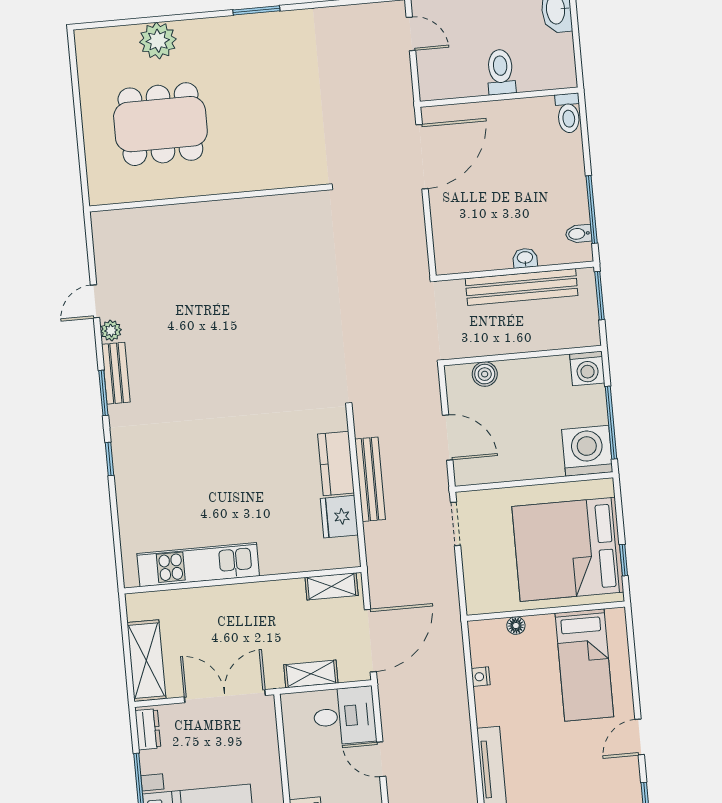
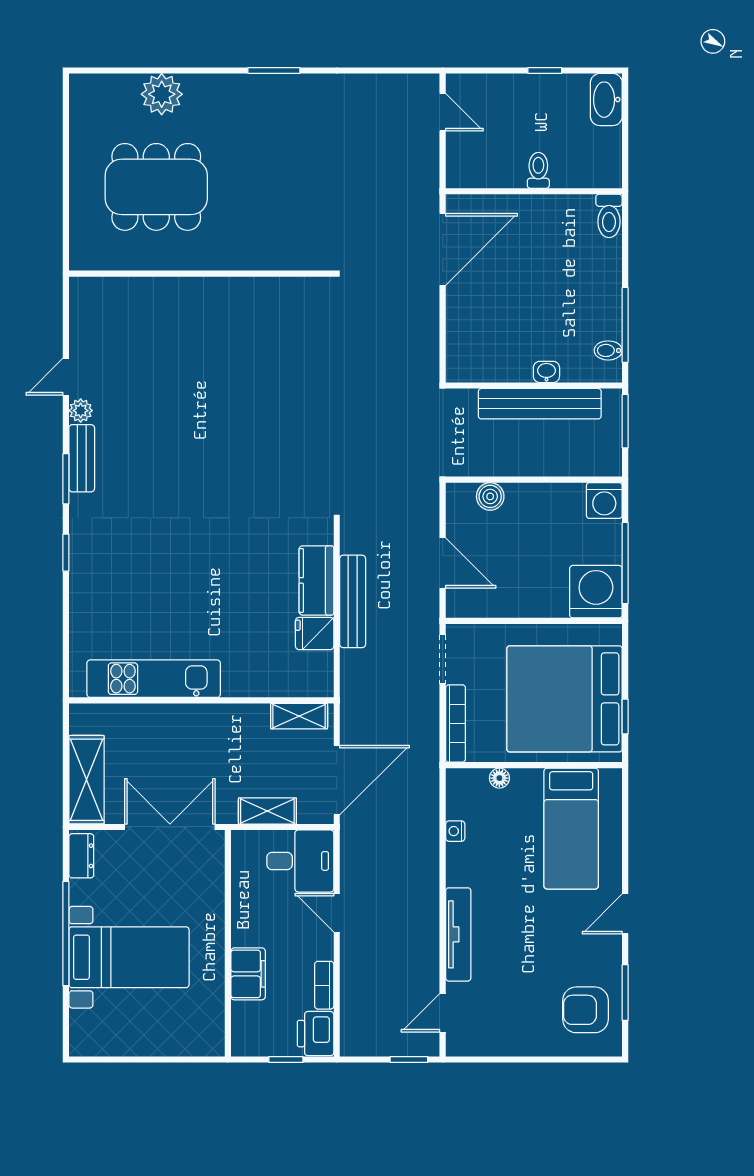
toilet: (501, 72) -> (538, 170), width x0.73, depth x0.72
fridge: (339, 517) -> (315, 634), width x0.72
bookcase: (472, 580) -> (456, 724), added

